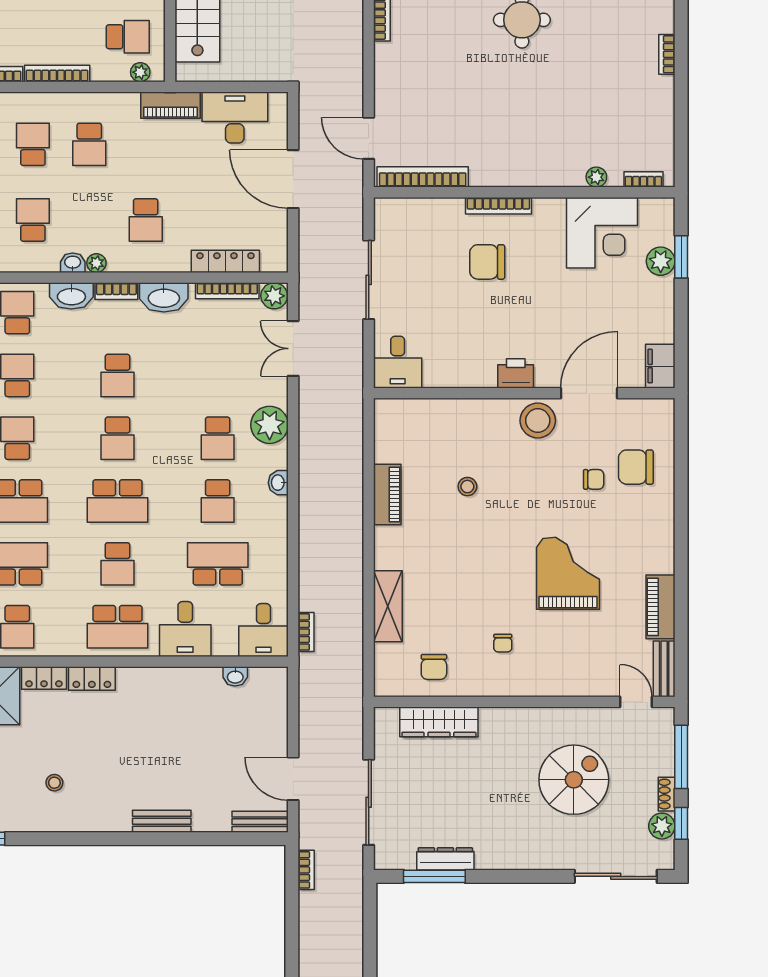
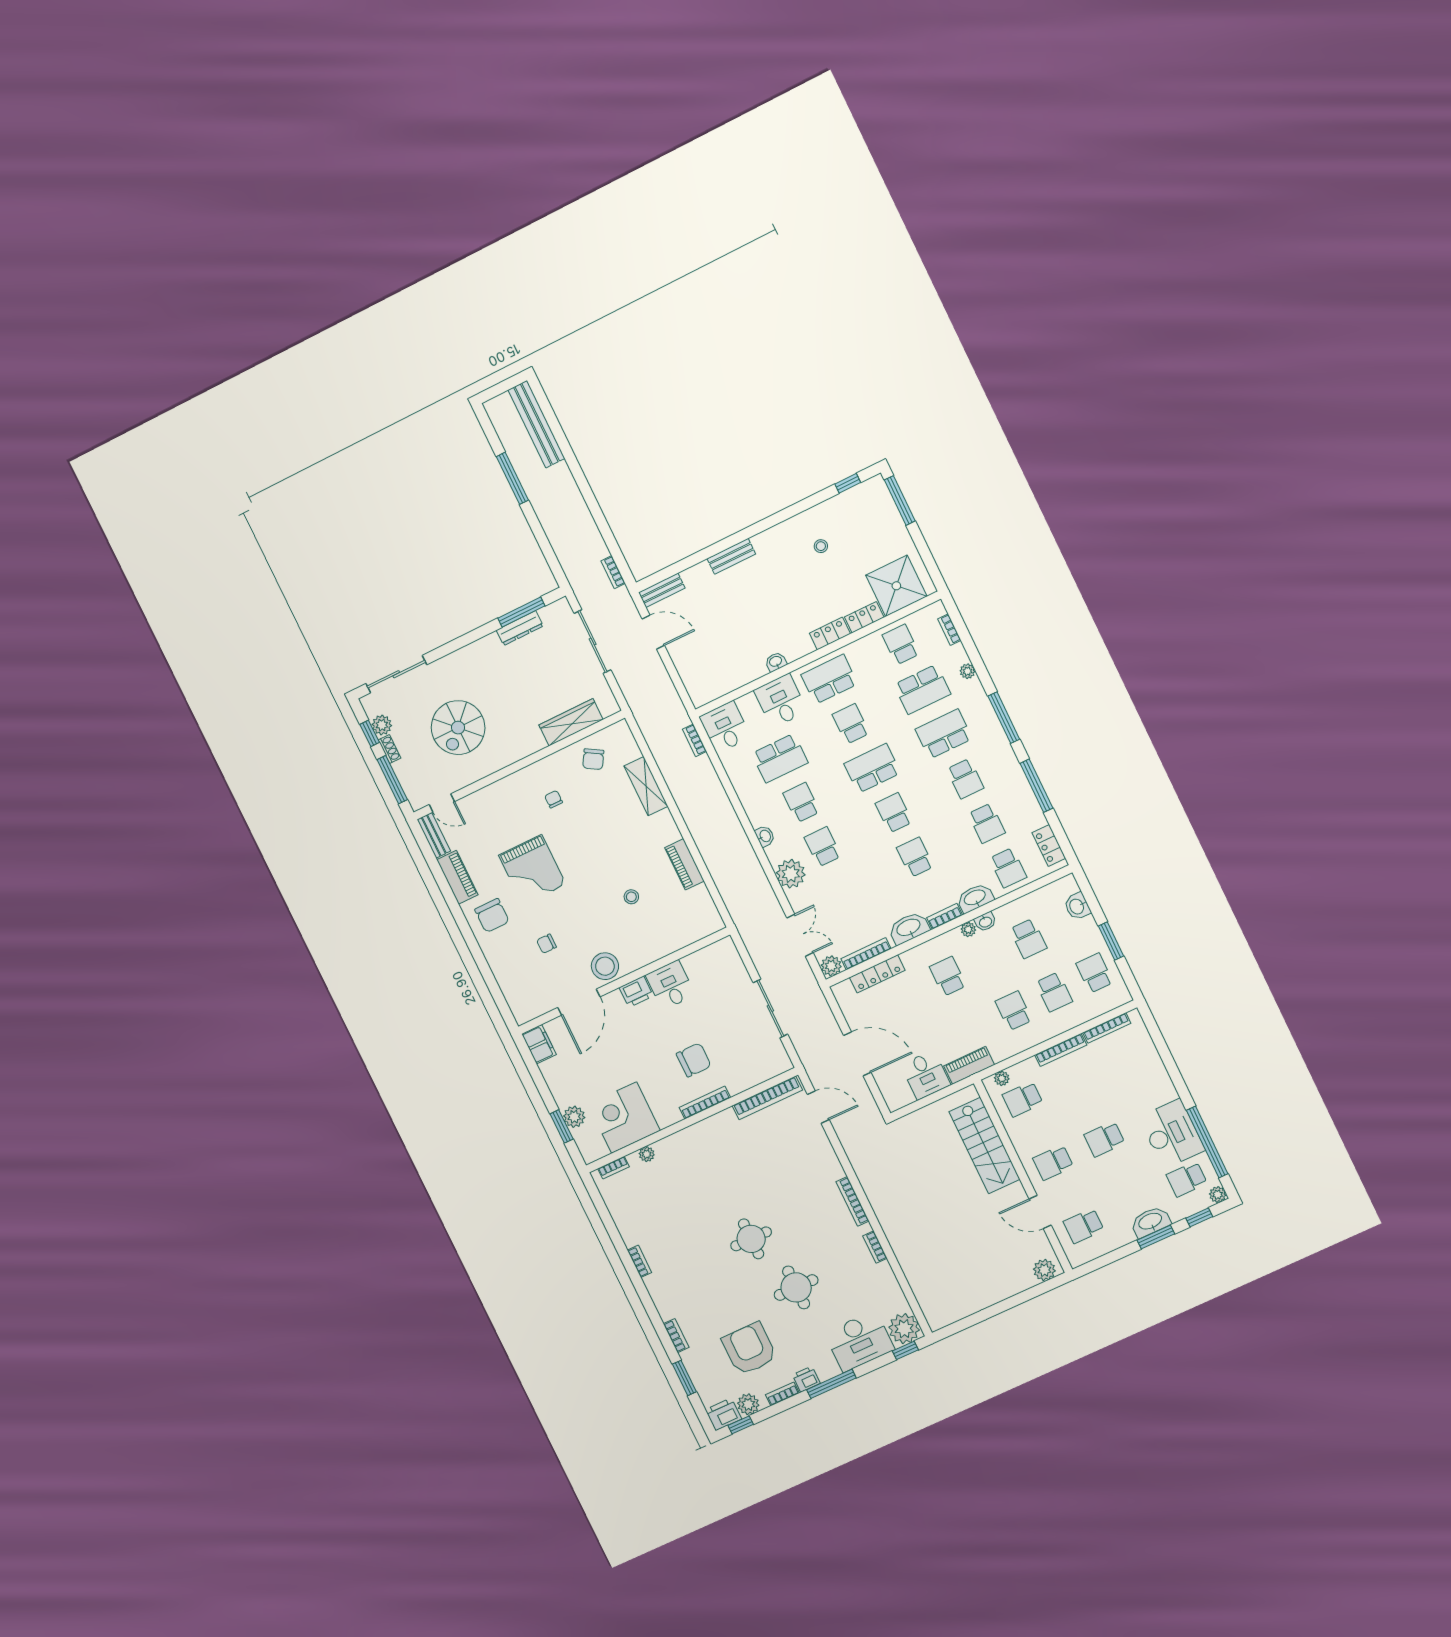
desk: (235, 118) -> (926, 1075), width x0.73
desk: (398, 362) -> (670, 985), moved
chair: (636, 467) -> (492, 916), moved, turned 90
chair: (434, 667) -> (593, 759), turned -149
washbasin: (235, 676) -> (776, 662), moved

